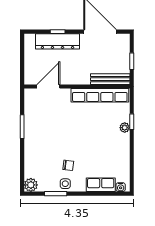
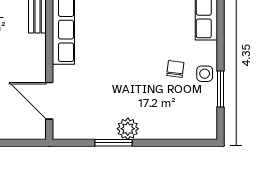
plant: (31, 185) -> (128, 129), moved

